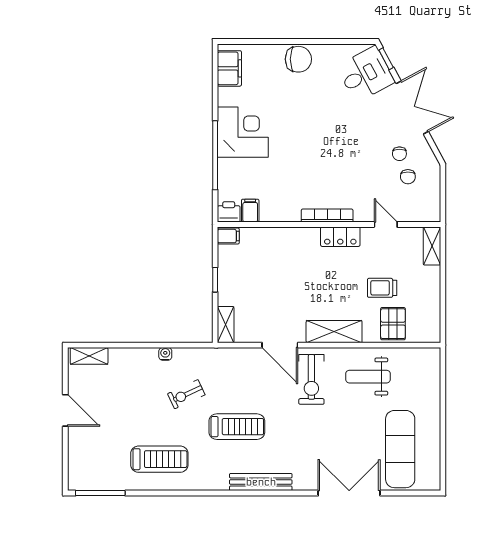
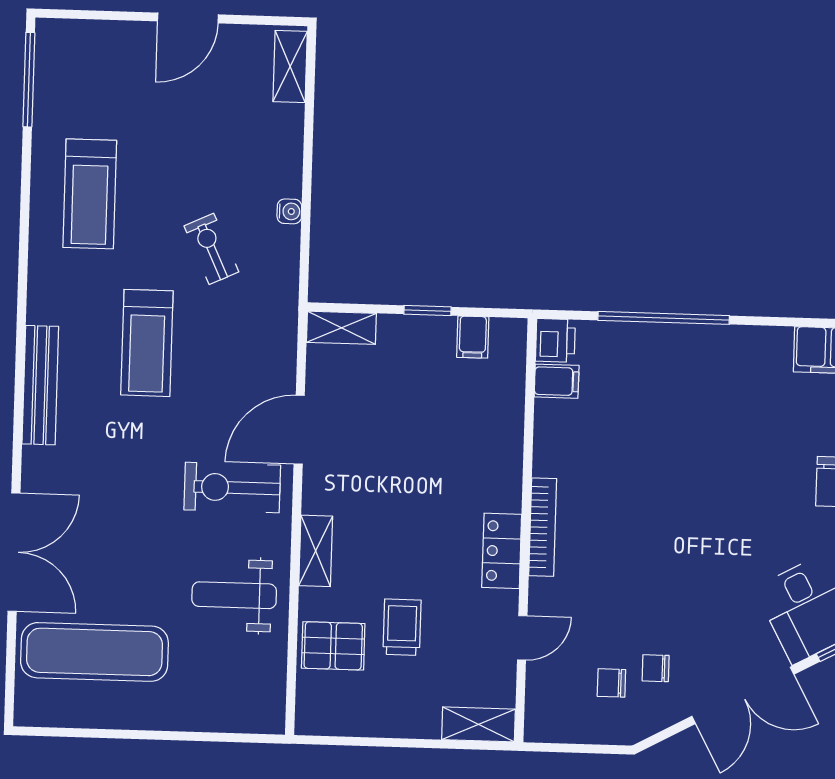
corner desk: (243, 132) -> (706, 372), removed
filing cabinet: (228, 236) -> (473, 337), moved
shelving: (334, 332) -> (316, 551), width x0.67, depth x0.75
weight bench: (368, 377) -> (234, 595), turned -90

